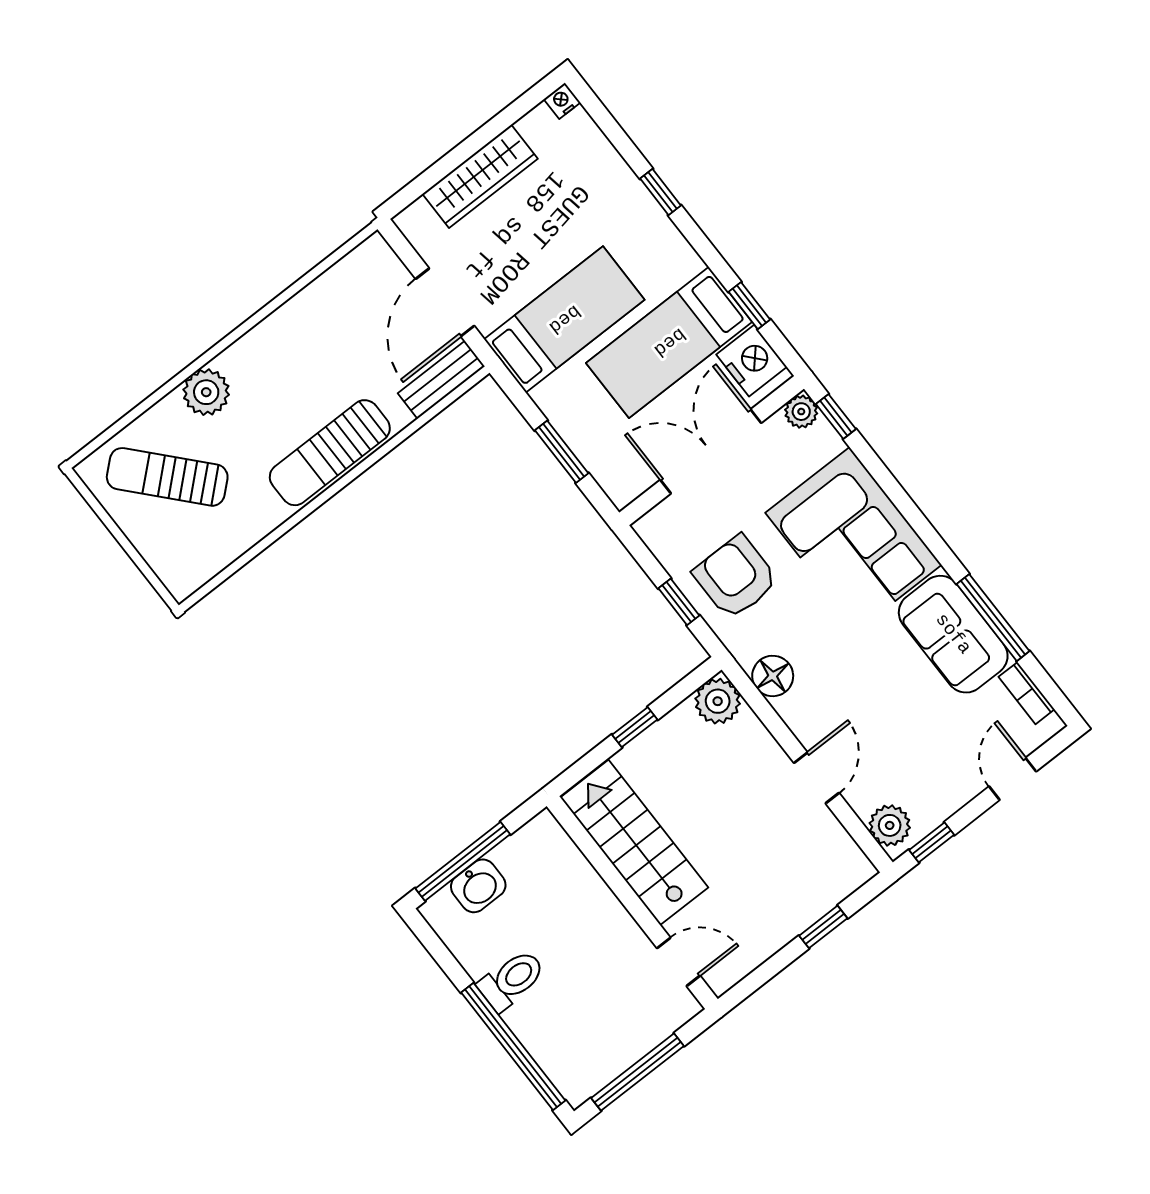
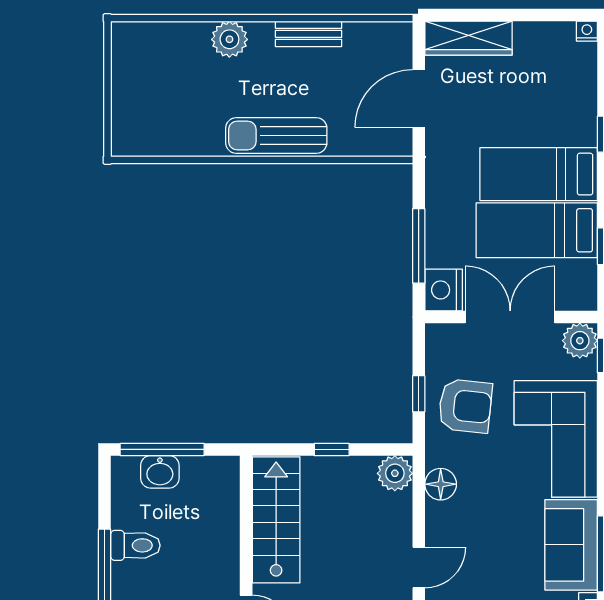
wardrobe: (480, 176) -> (469, 38), moved
bed: (564, 319) -> (539, 174), moved, turned 180
nightstand: (752, 361) -> (444, 290), moved, turned 180
bench: (441, 380) -> (309, 34), moved
plant: (801, 412) -> (580, 341), width x1.38, depth x1.38
window: (562, 452) -> (419, 246), width x1.44
sun lounger: (167, 477) -> (165, 73), removed
armchair: (736, 577) -> (465, 406), turned 96

